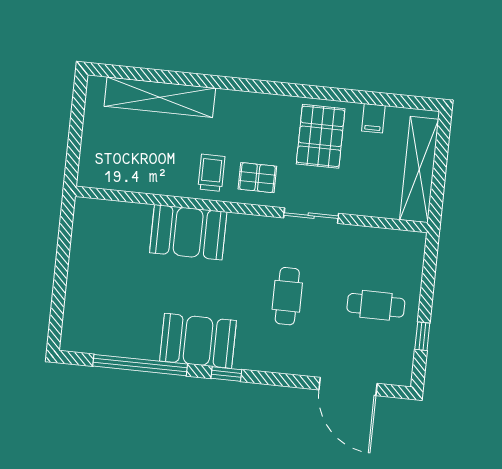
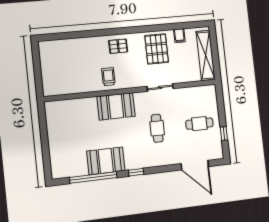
shelving: (160, 97) -> (76, 45), removed
pallet: (257, 178) -> (118, 46), moved
booth: (188, 232) -> (116, 106), moved
booth: (198, 341) -> (106, 161), moved

